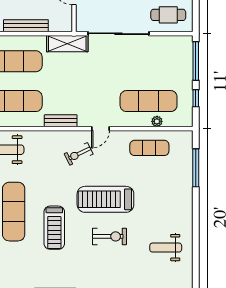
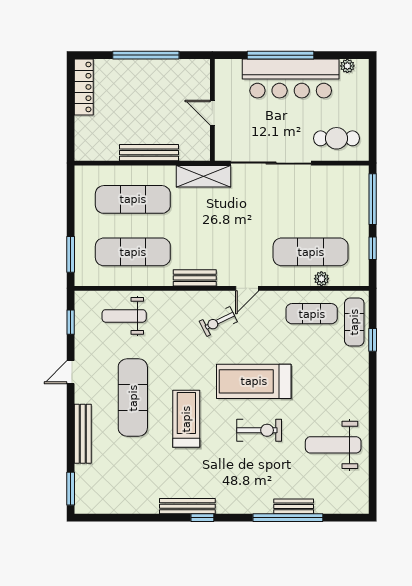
exercise mat: (182, 154) -> (354, 322), added
window: (196, 168) -> (373, 340), width x0.46
treadmill: (54, 228) -> (186, 419), turned 180
weight bench: (166, 248) -> (333, 445), width x1.36, depth x1.33

